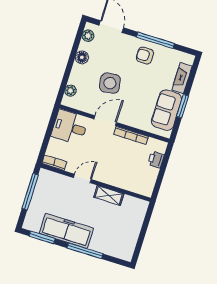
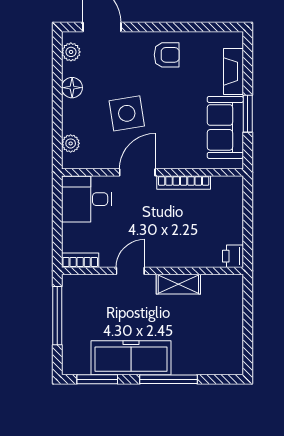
window: (155, 40) -> (175, 27), removed
armchair: (145, 56) -> (167, 55), turned 180
printer: (156, 160) -> (233, 256), moved

